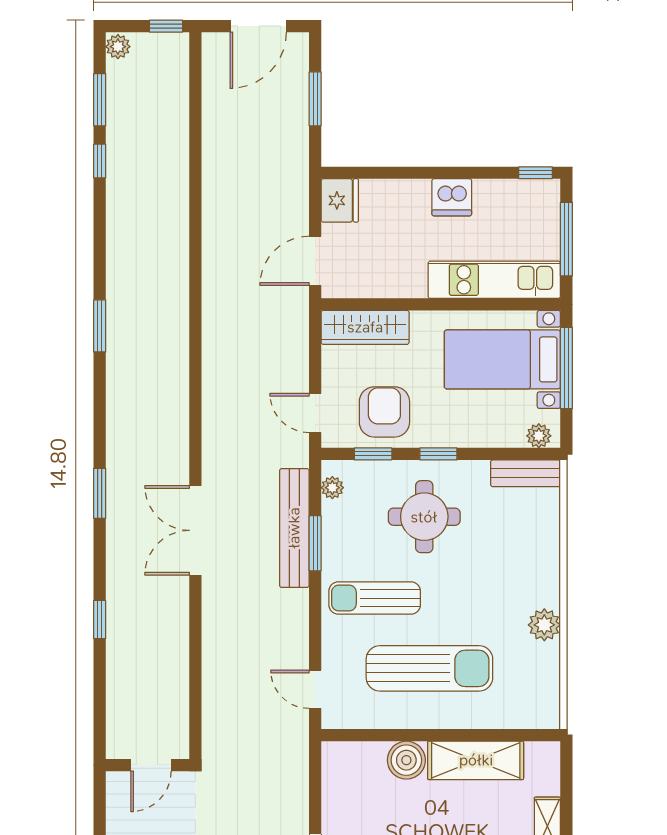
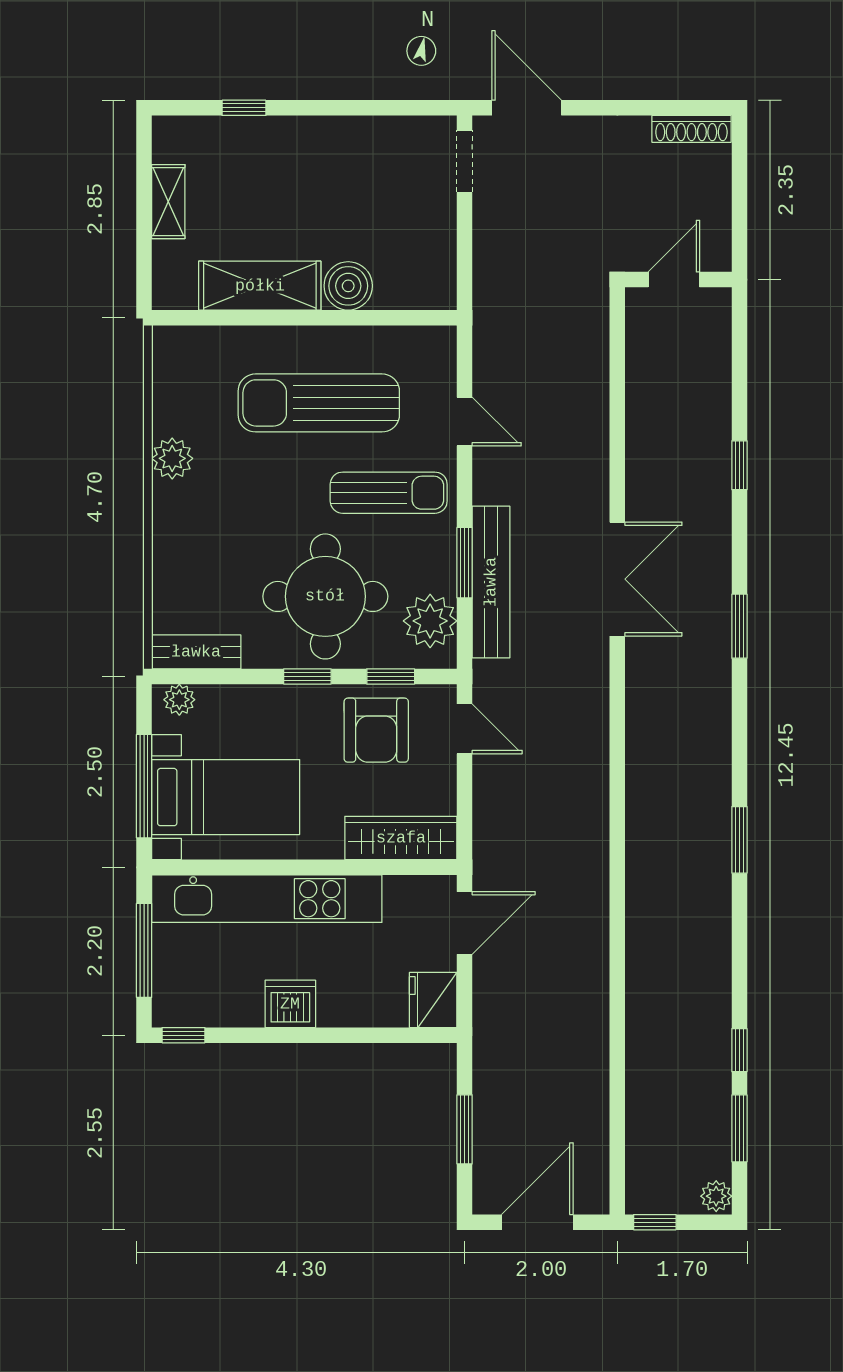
kitchen unit: (494, 280) -> (267, 899), width x1.36
plant: (332, 488) -> (430, 621), width x1.87, depth x1.87
round table: (424, 517) -> (325, 596), width x1.36, depth x1.36
door: (315, 689) -> (465, 421), moved

